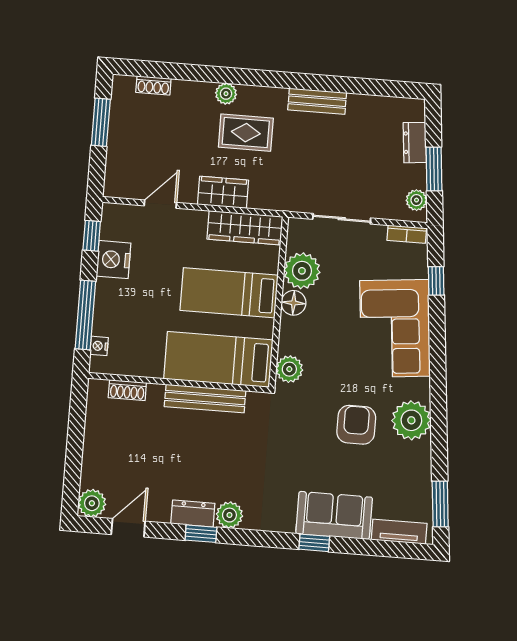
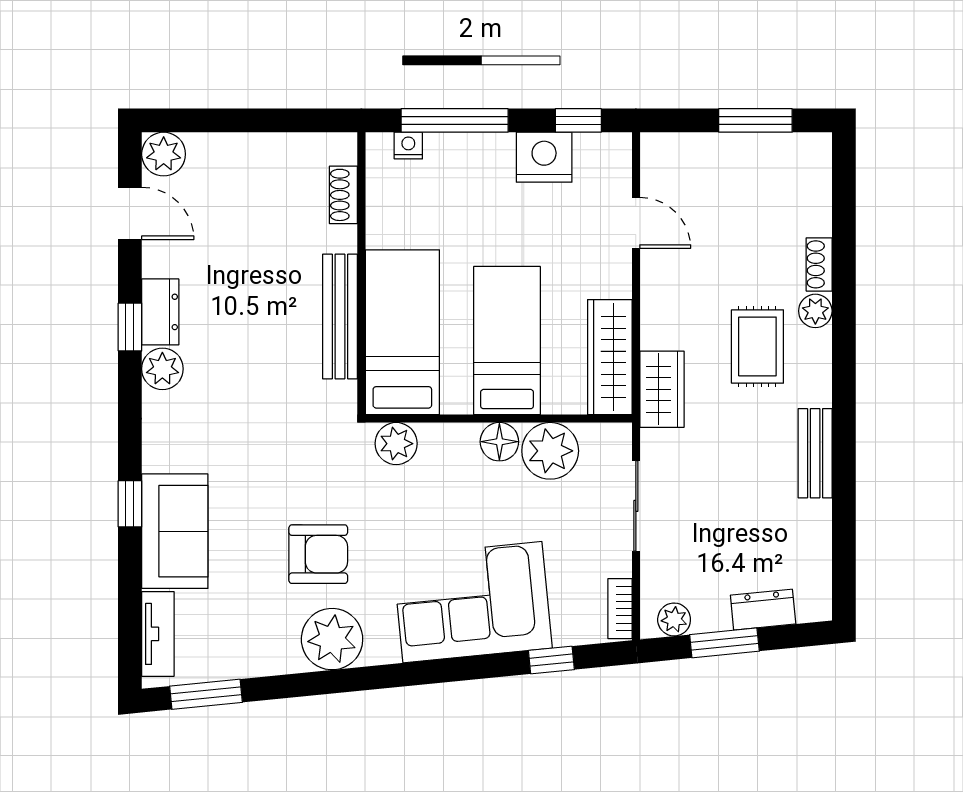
shoe rack: (153, 85) -> (819, 264), moved
wardrobe: (223, 192) -> (662, 389), moved

